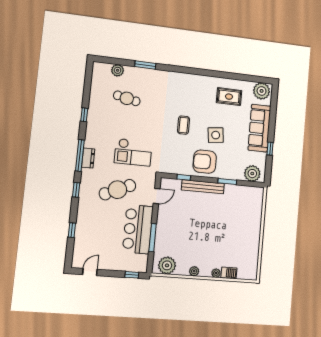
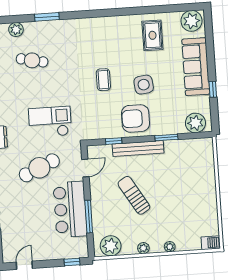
rug: (229, 97) -> (152, 35), turned 90
checkout: (133, 152) -> (50, 122), turned 180
sun lounger: (193, 225) -> (134, 195), added
barbecue: (229, 273) -> (211, 243), moved

